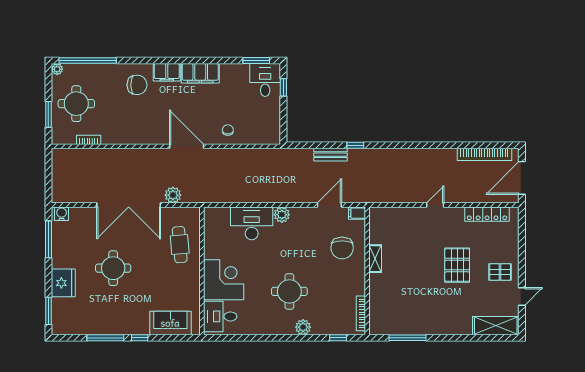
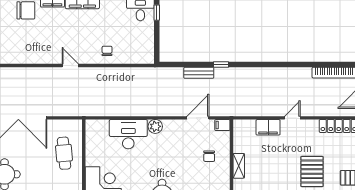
door: (187, 146) -> (70, 66), width x0.53
plant: (173, 195) -> (58, 109), removed
filing cabinet: (408, 216) -> (268, 127), added
chair: (342, 248) -> (209, 156), width x0.54, depth x0.54

